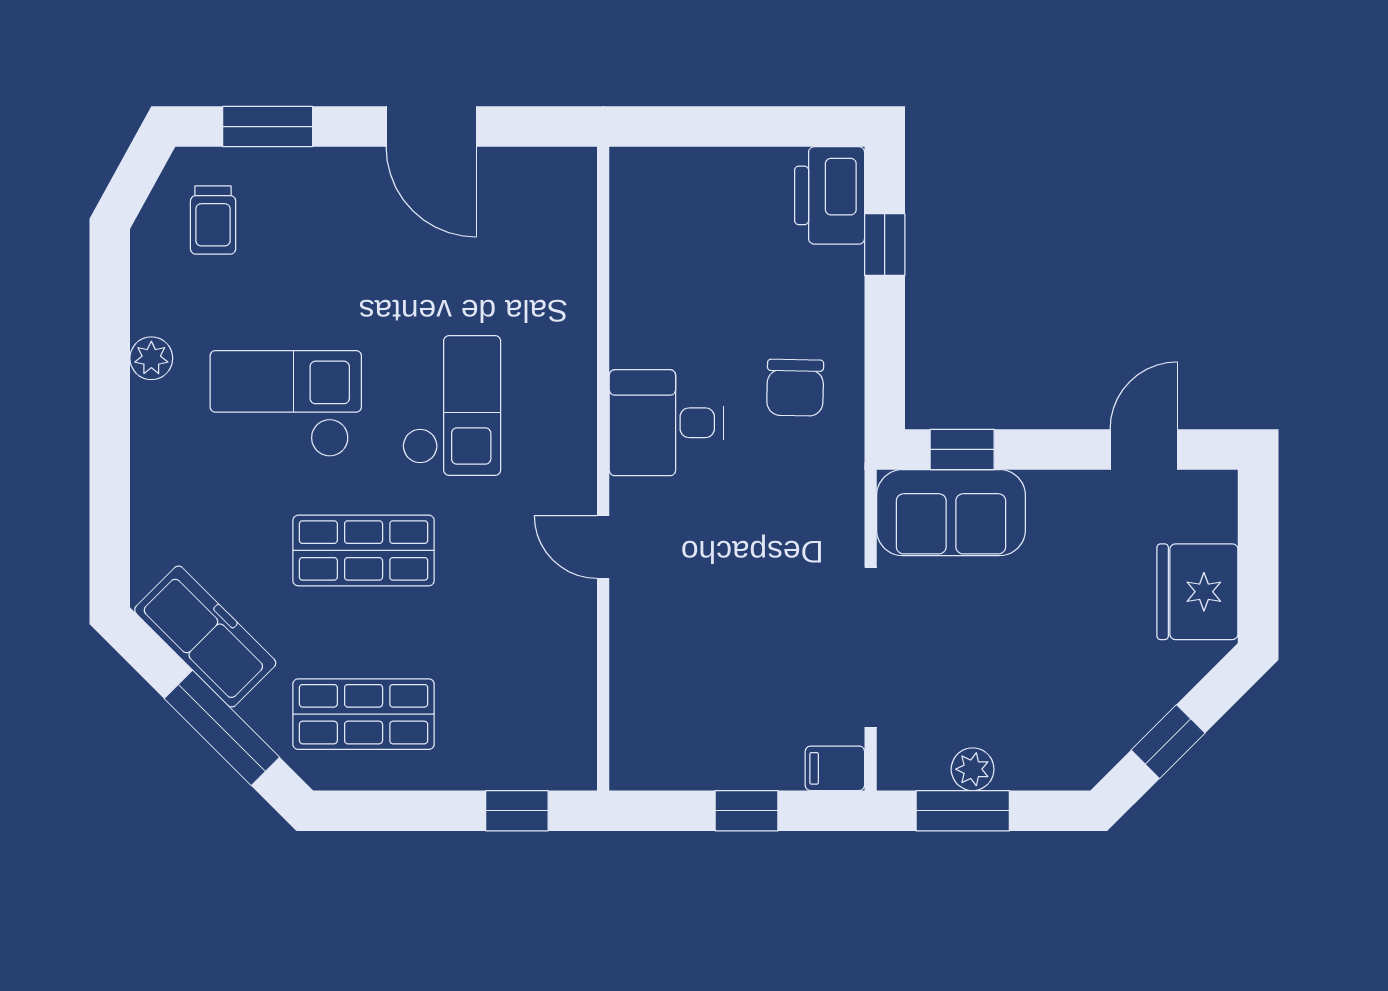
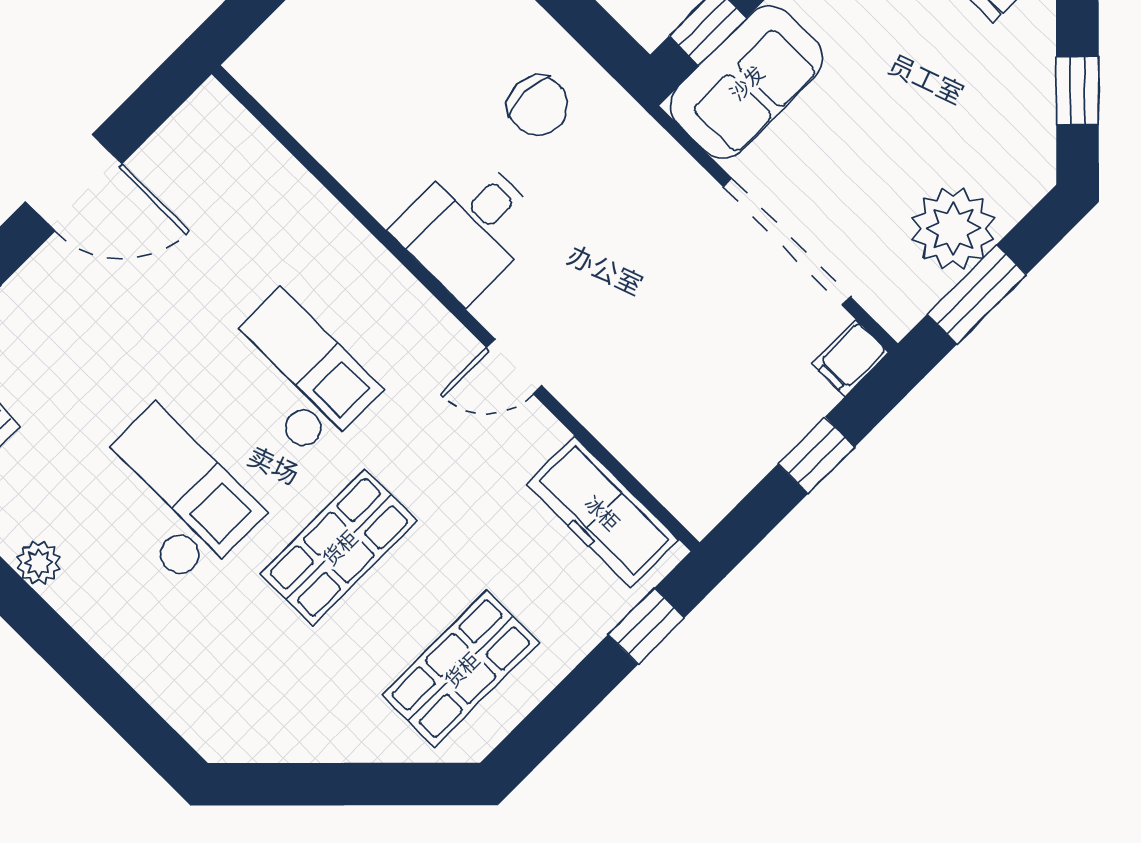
checkout: (286, 404) -> (172, 496), turned 90
freezer: (205, 636) -> (603, 512), moved, turned -135
window: (222, 728) -> (366, 784), removed
plant: (973, 769) -> (953, 229), width x1.87, depth x1.87

